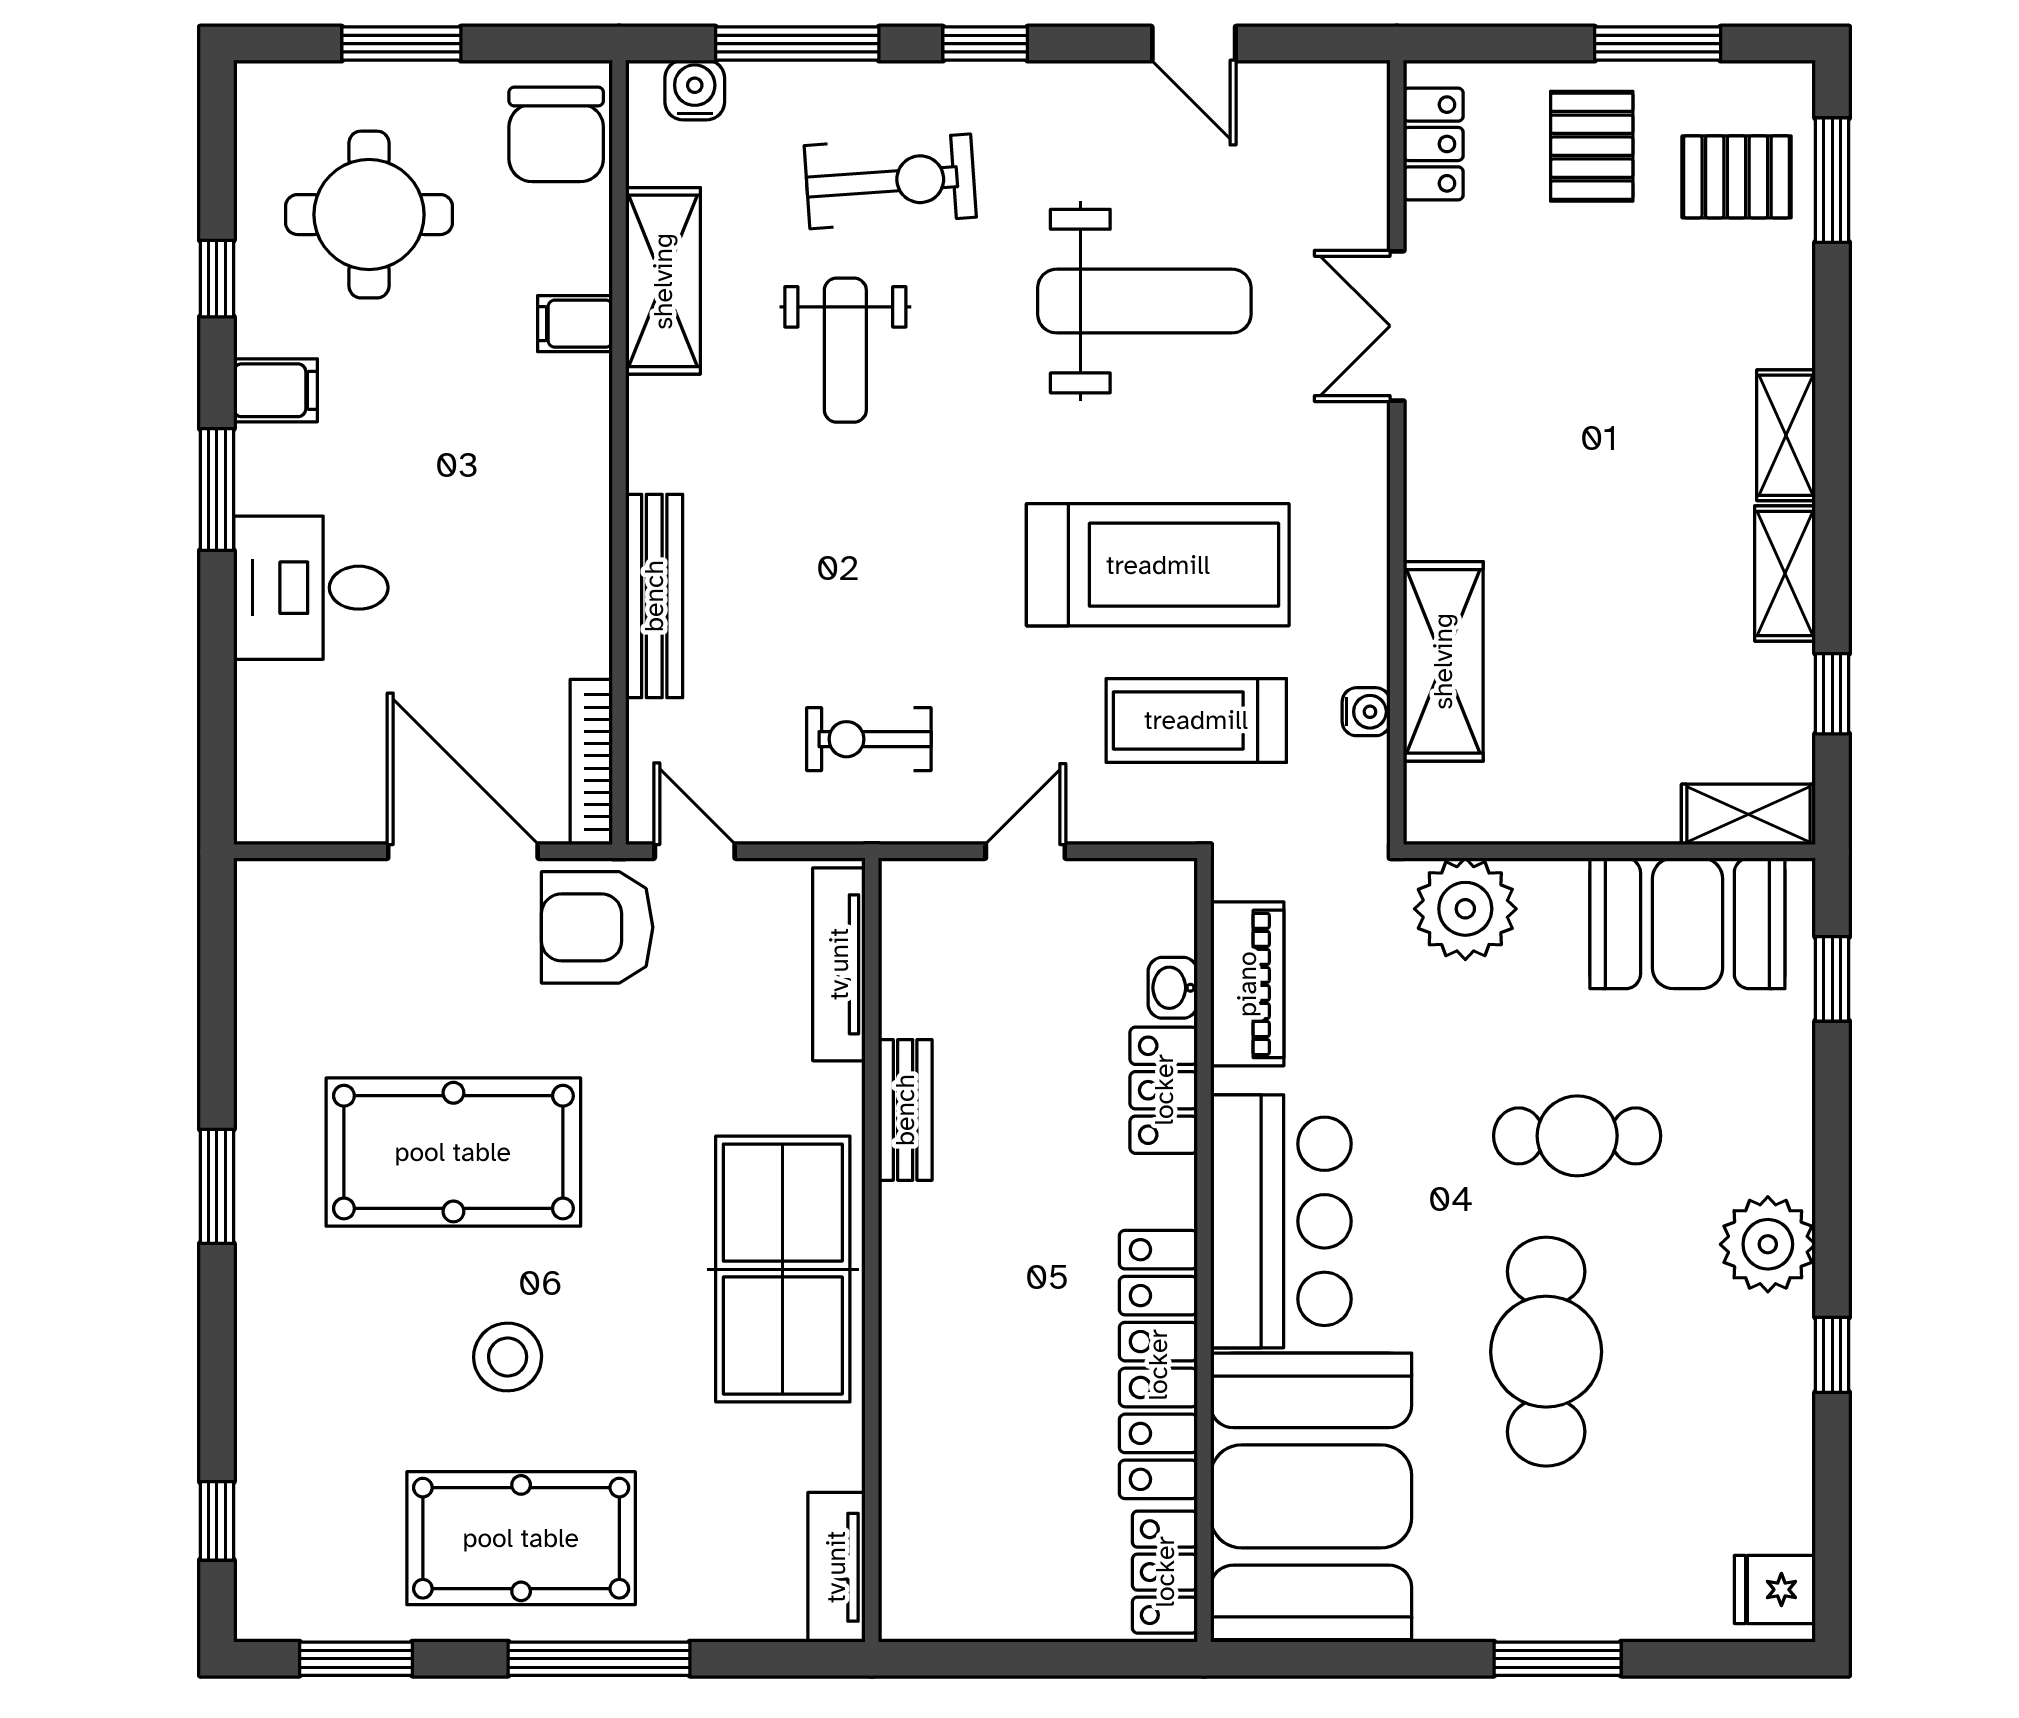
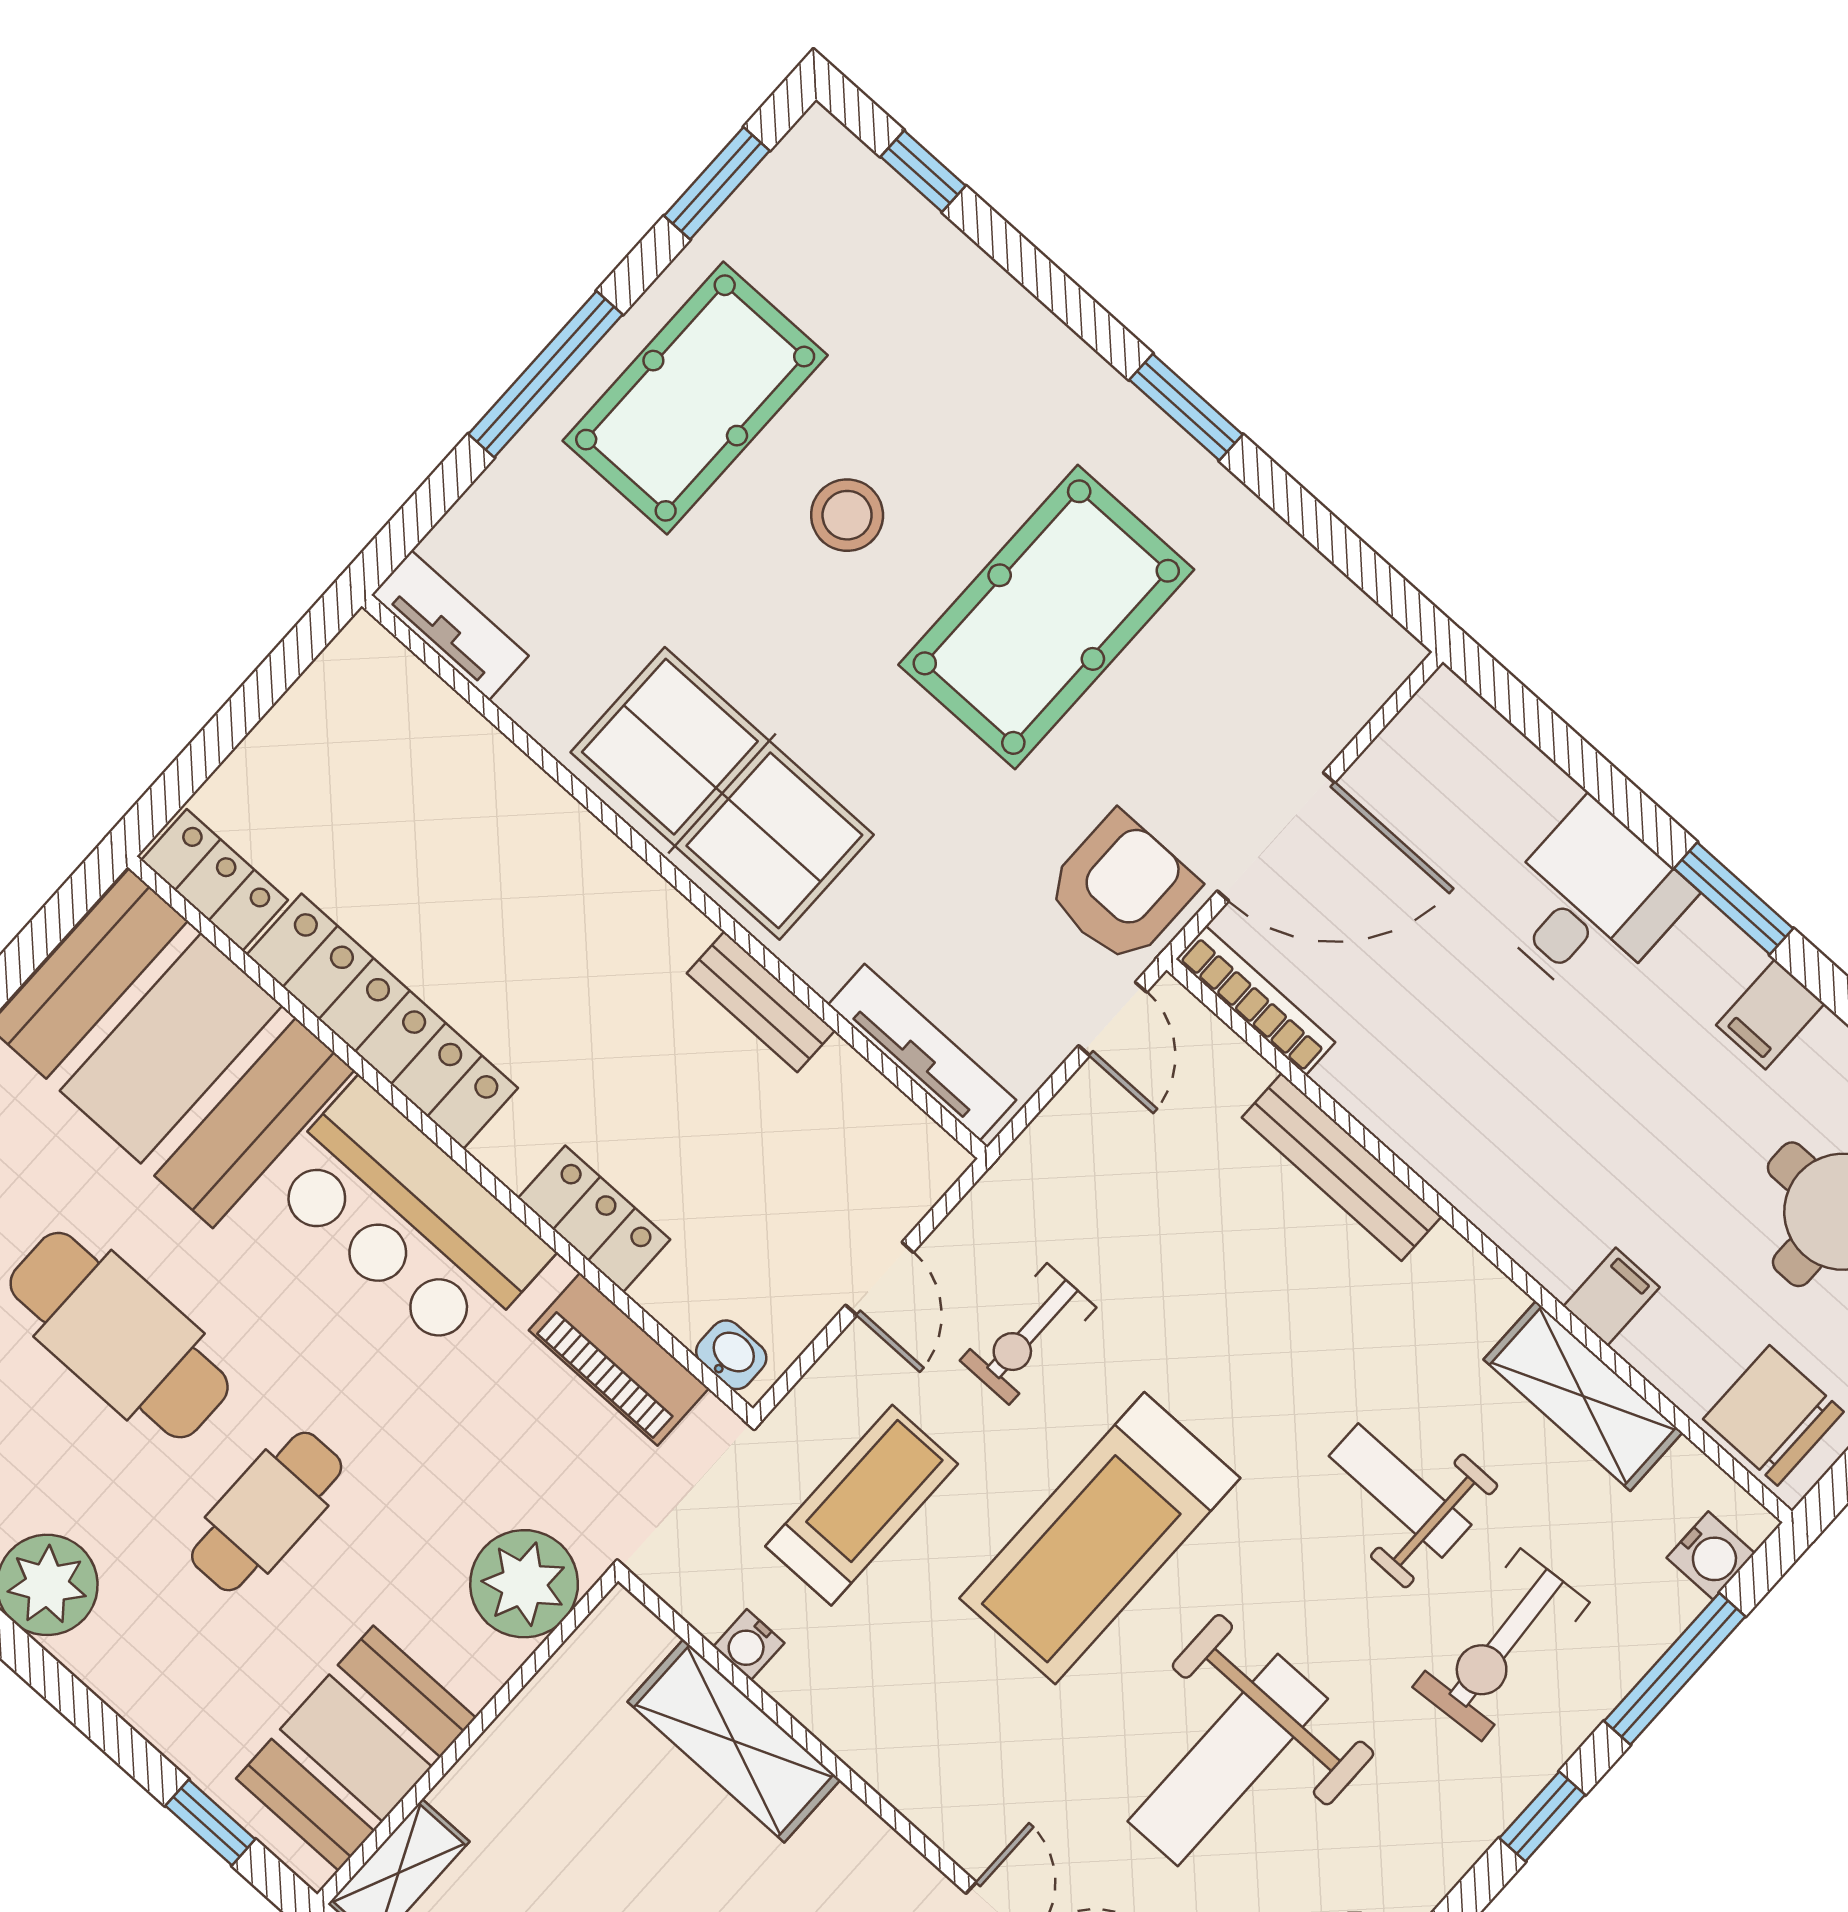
treadmill: (1158, 565) -> (1100, 1538), moved
exercise bike: (869, 739) -> (1028, 1334), moved, turned 180
door: (695, 851) -> (1113, 1019), hinge flipped
washbasin: (1173, 988) -> (731, 1355), moved

